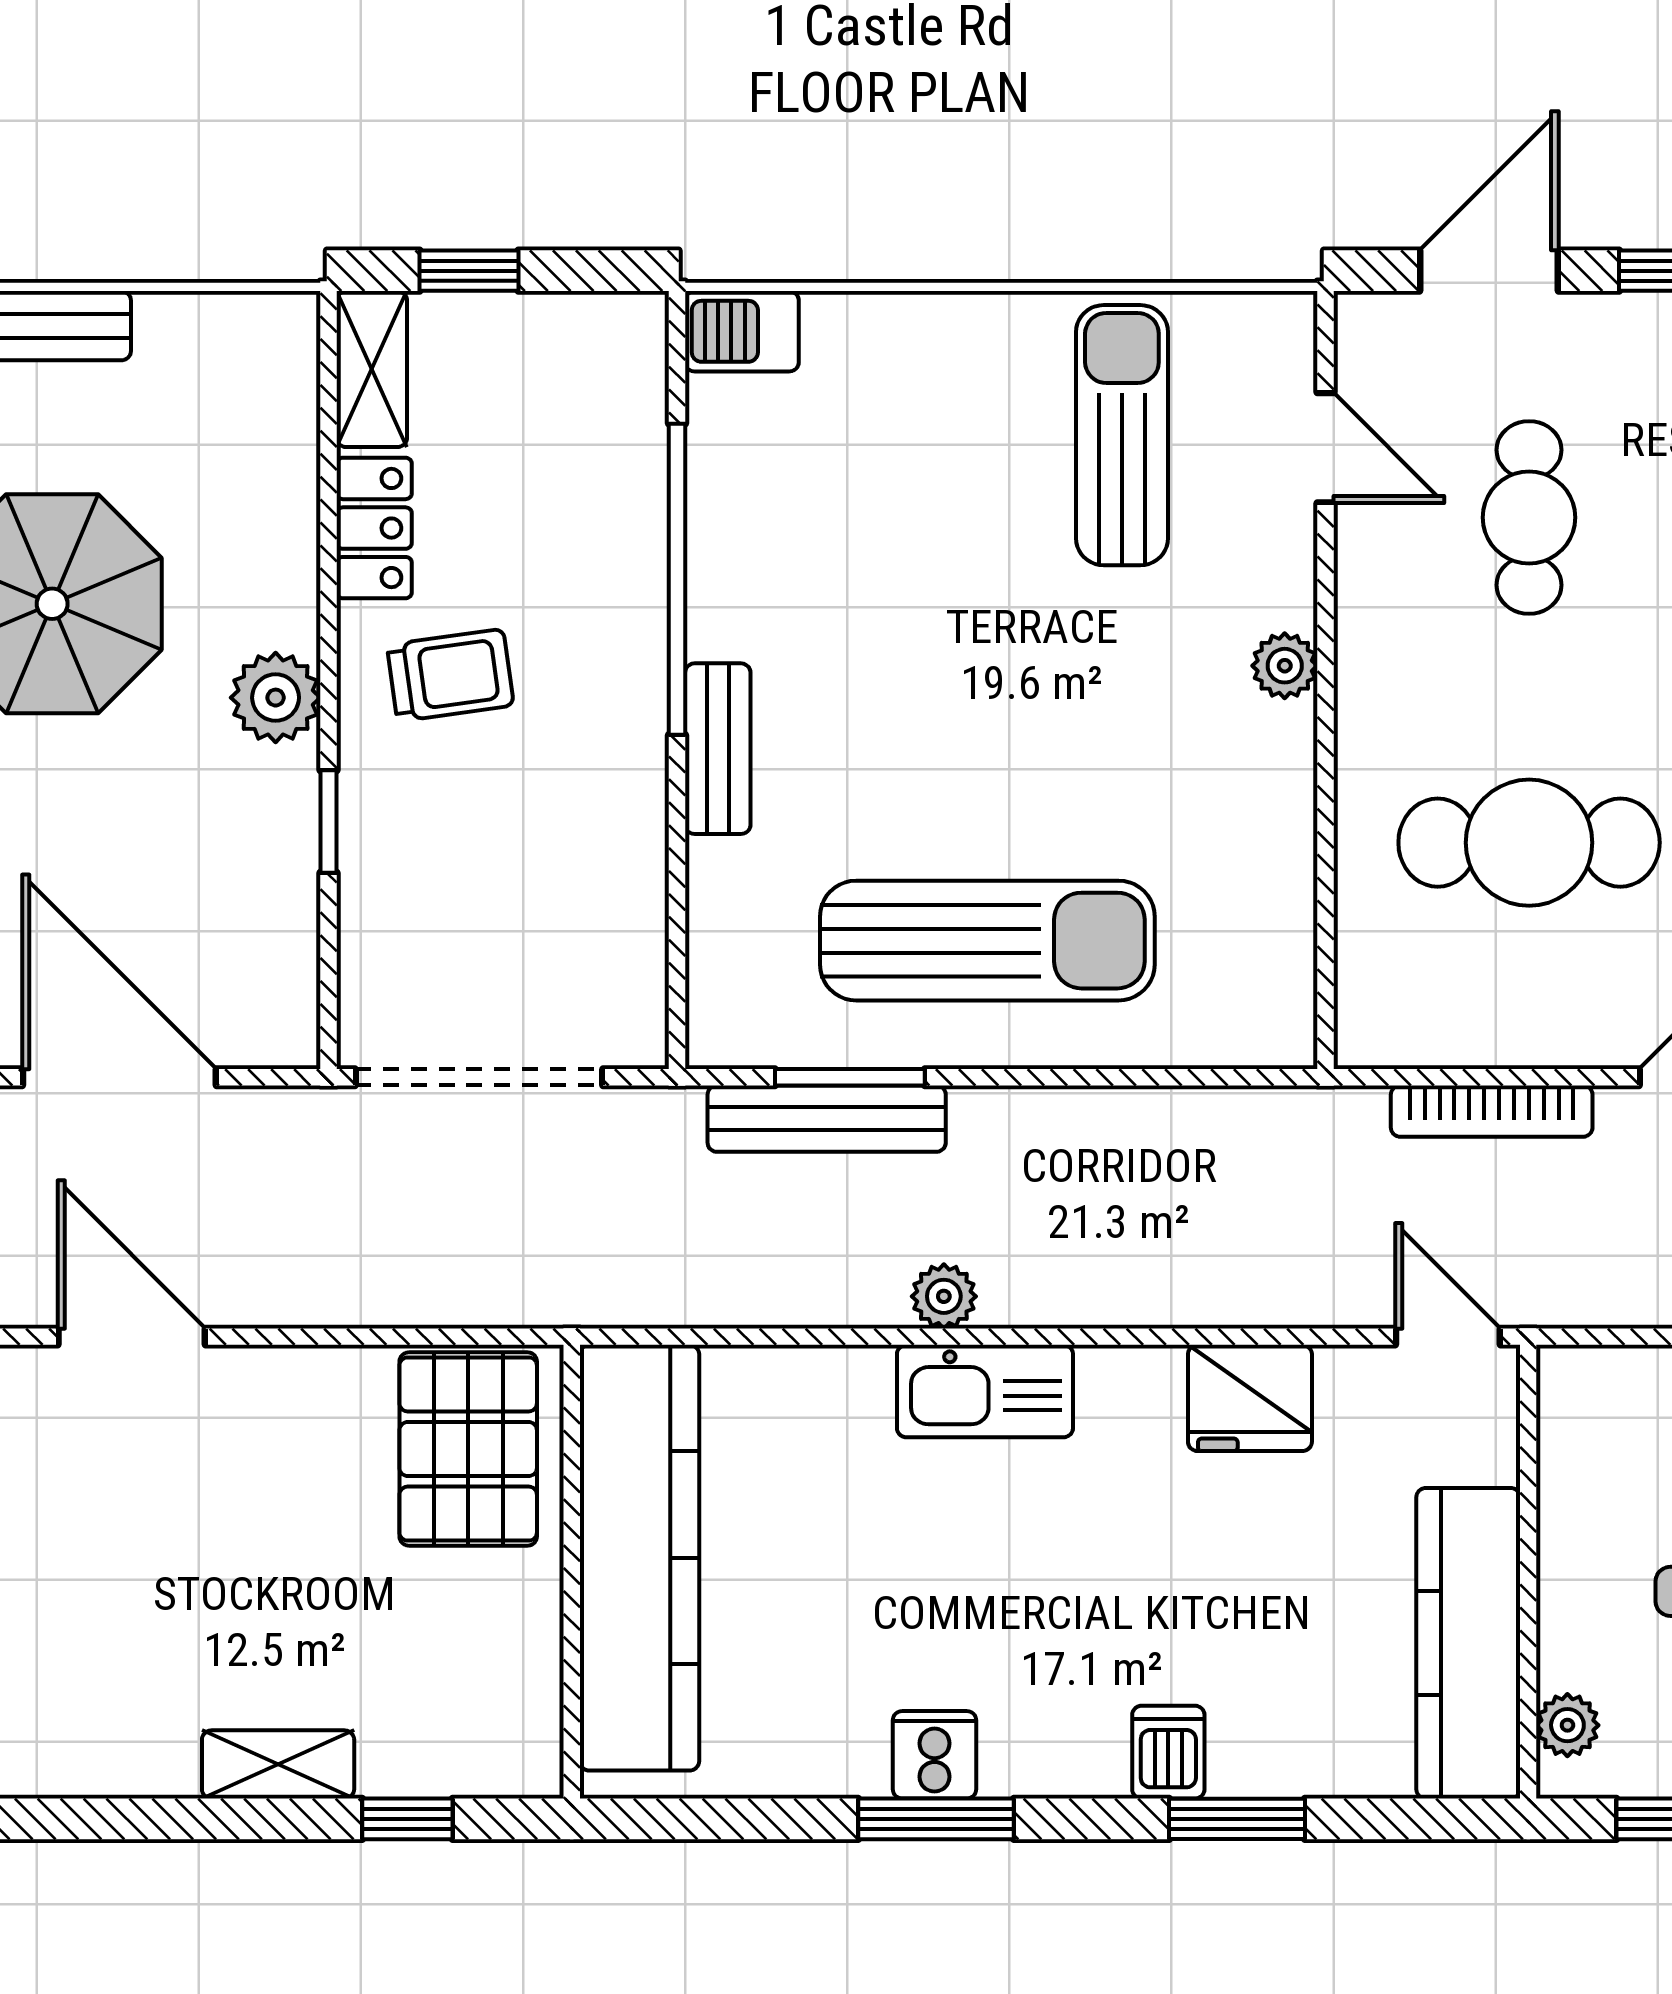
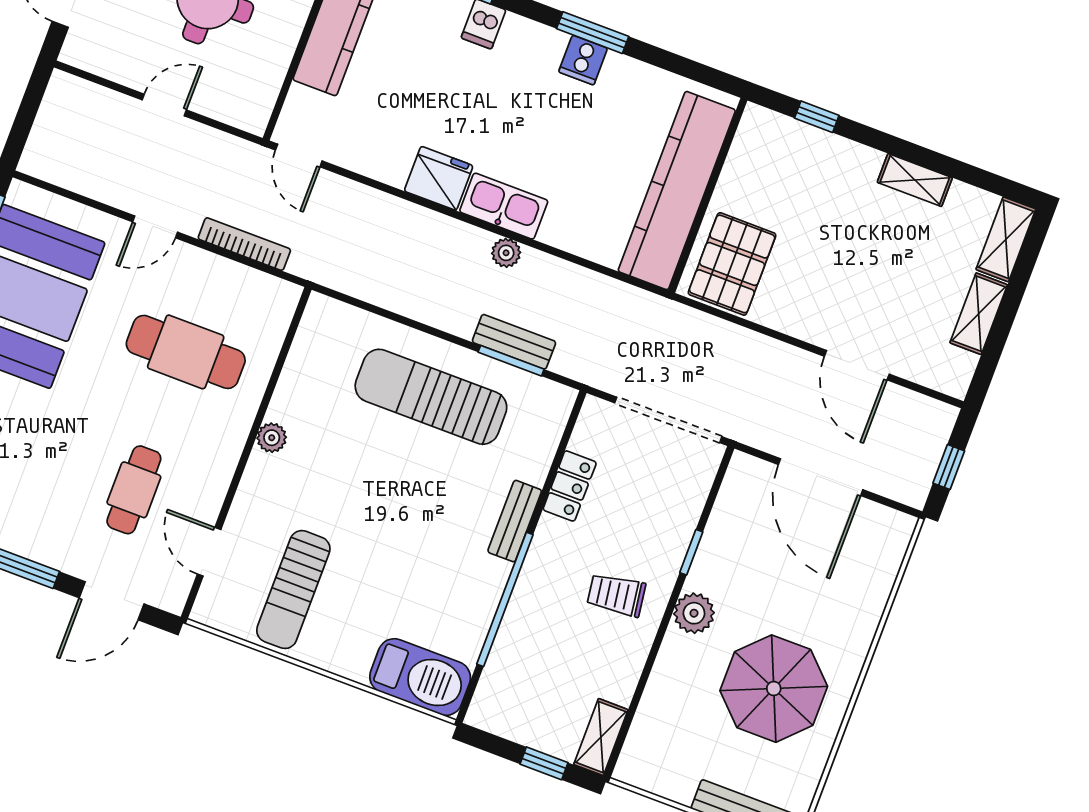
barbecue: (742, 331) -> (420, 677), width x1.88, depth x1.53
locker: (374, 528) -> (570, 486), moved, turned 180
plant: (1285, 666) -> (272, 438), moved
bench: (827, 1119) -> (514, 342), width x0.73
fridge: (1250, 1398) -> (439, 178), moved
shelving: (278, 1764) -> (915, 180), moved

